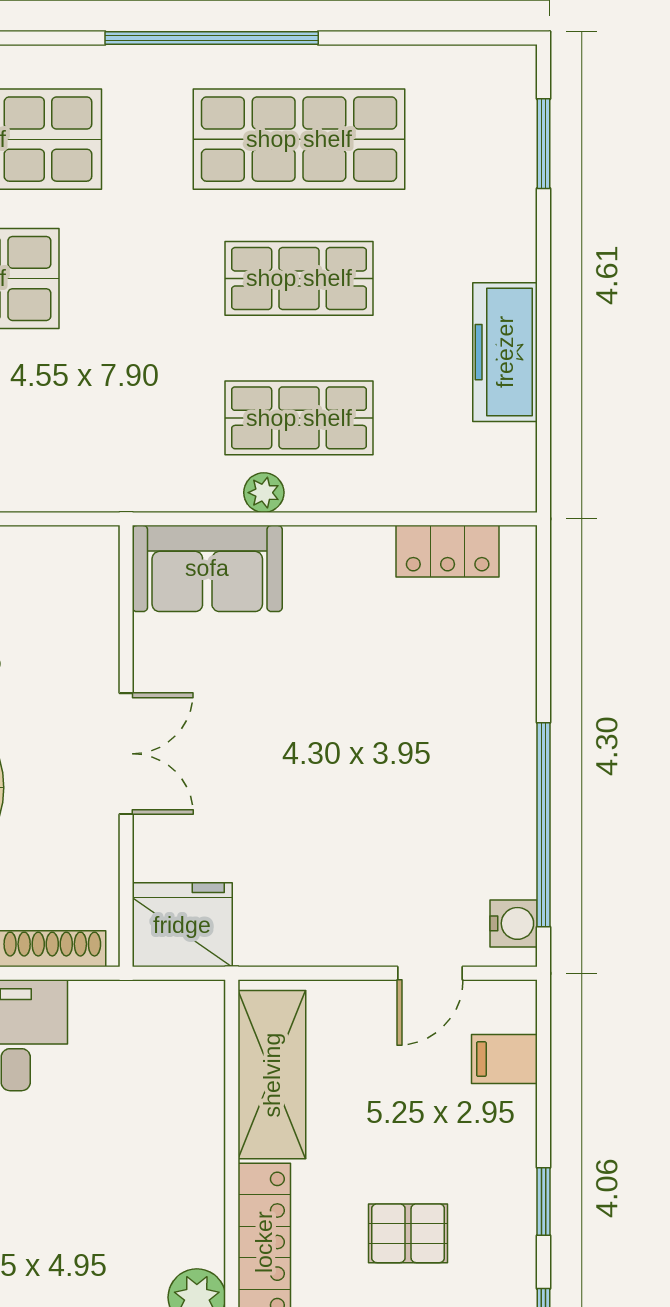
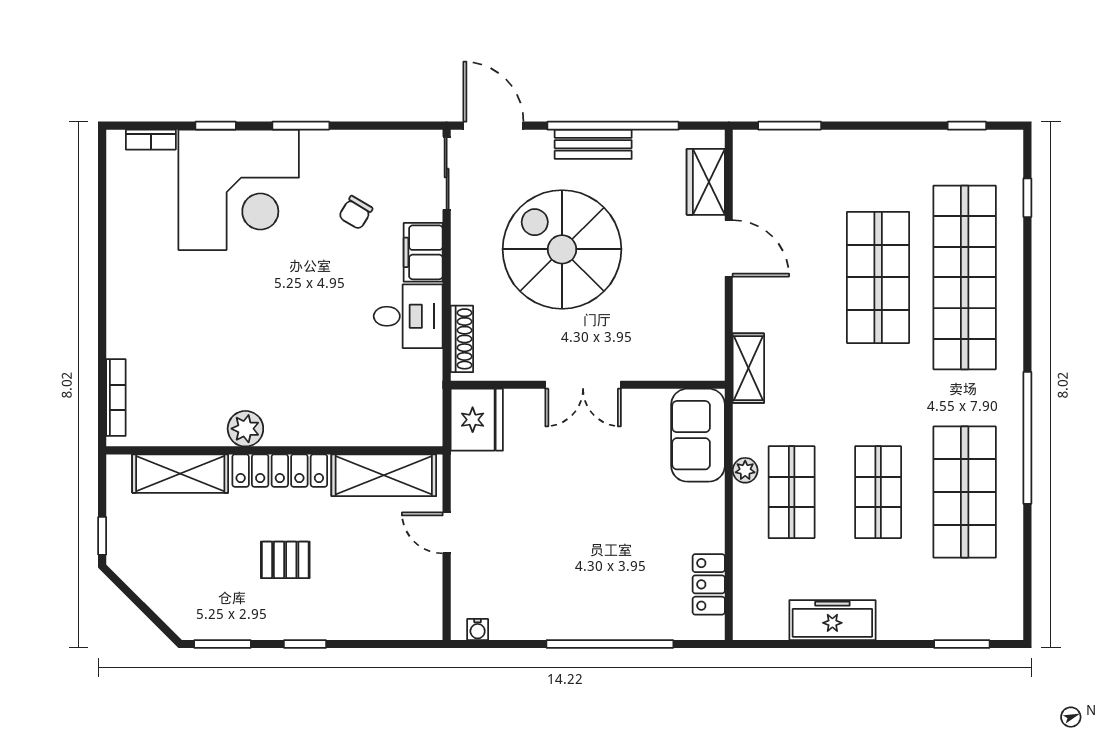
shelving: (99, 487) -> (748, 368), added
window: (544, 825) -> (610, 644), moved
water cooler: (514, 923) -> (478, 629), width x0.72, depth x0.72
door: (430, 973) -> (447, 533), moved
filing cabinet: (504, 1059) -> (393, 620), removed
pallet: (408, 1233) -> (285, 560), turned 90

